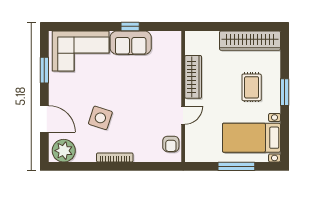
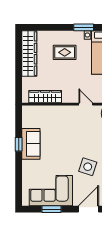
corner sofa: (81, 51) -> (51, 191), moved, turned -90
wardrobe: (193, 77) -> (45, 97), moved
window: (285, 92) -> (84, 27), moved

